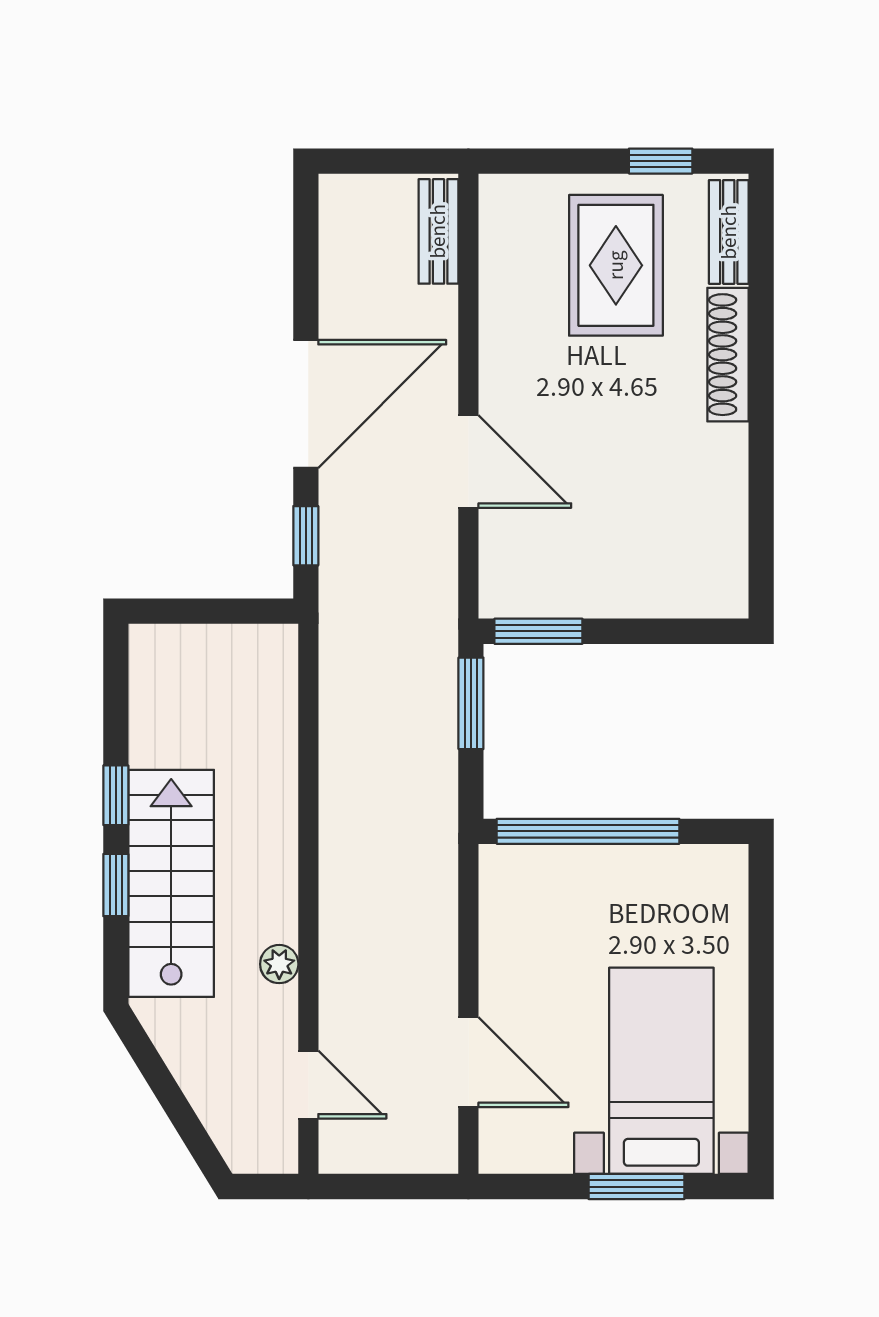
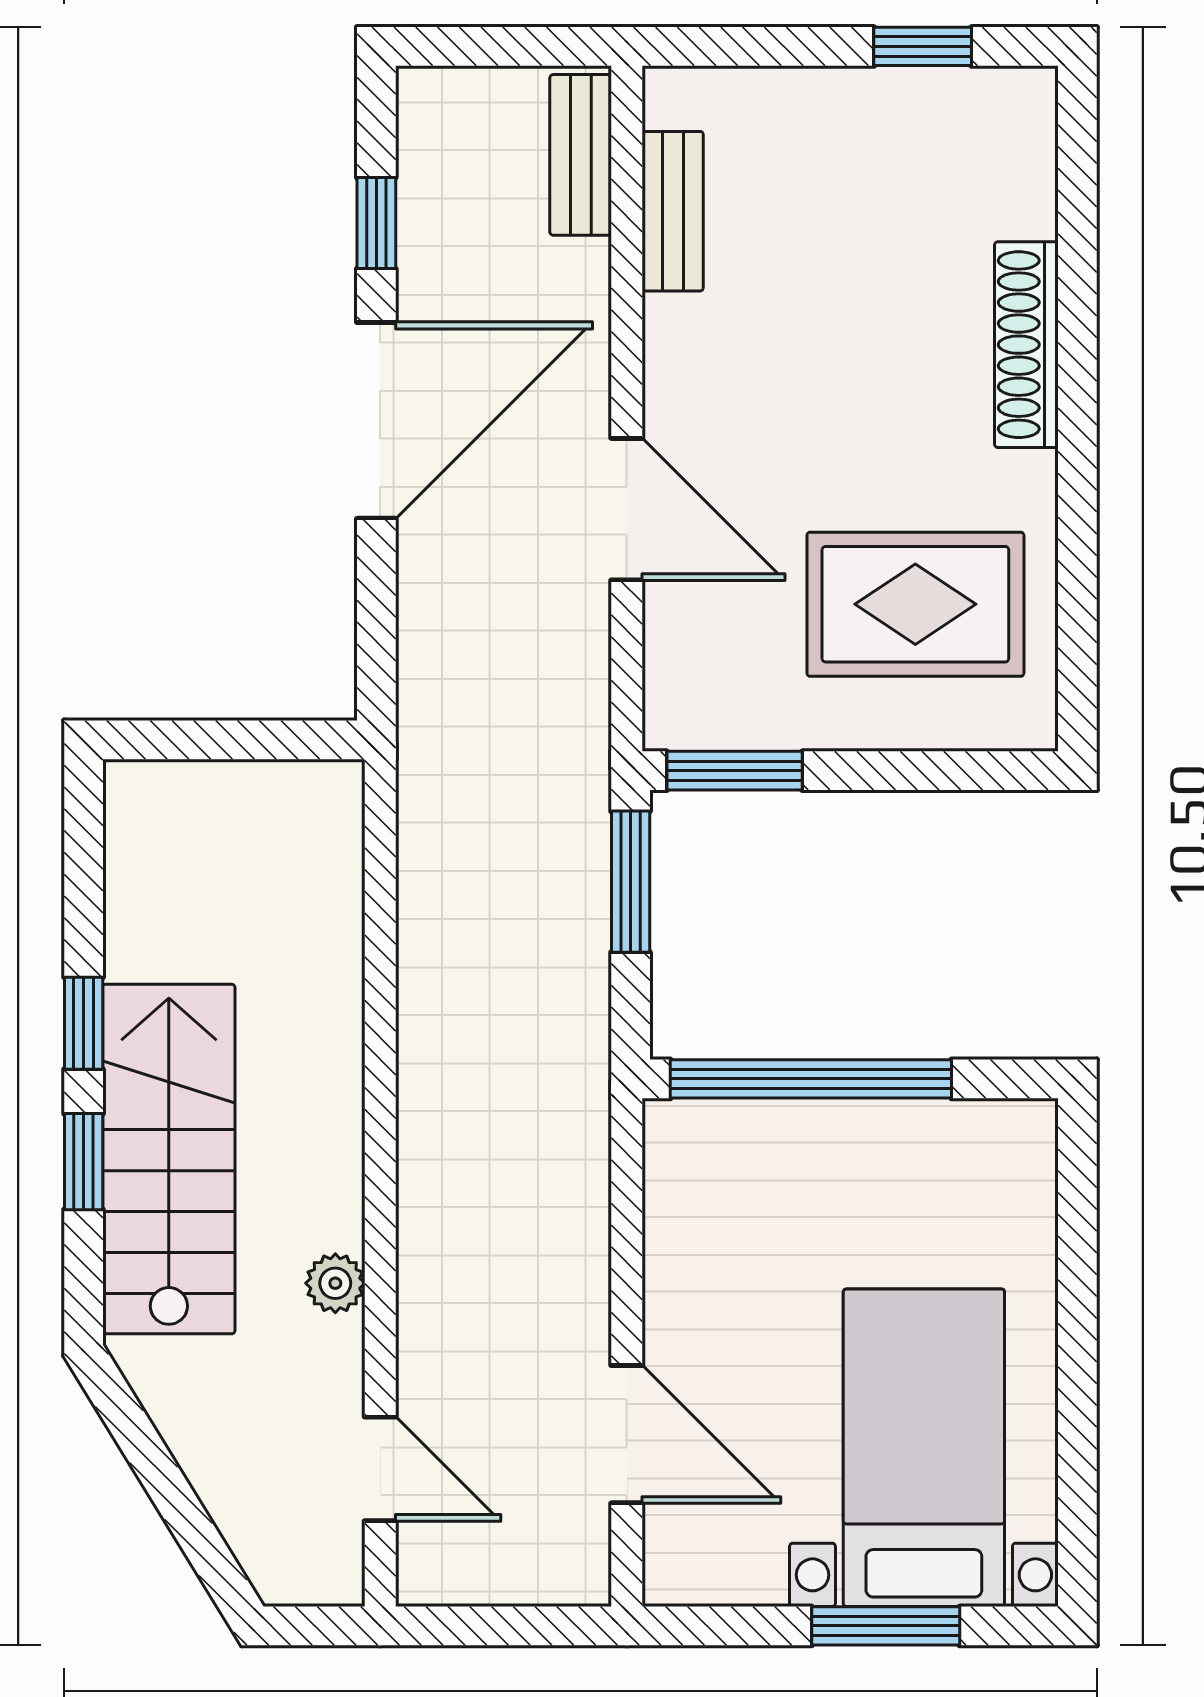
bench: (729, 232) -> (673, 211), moved
rug: (616, 265) -> (915, 604), moved, turned 90
window: (306, 536) -> (376, 223), moved

